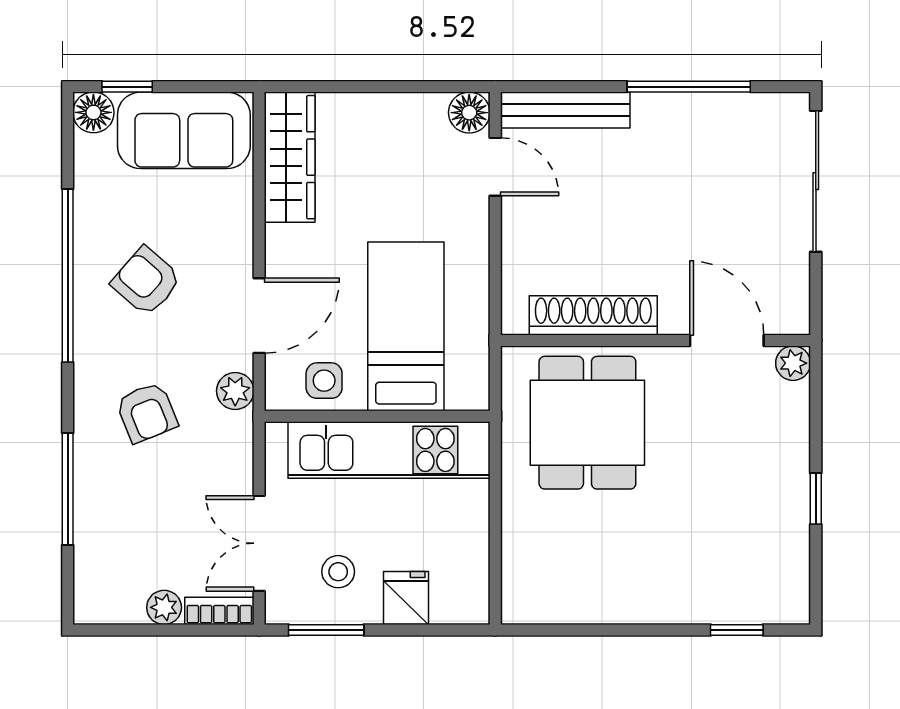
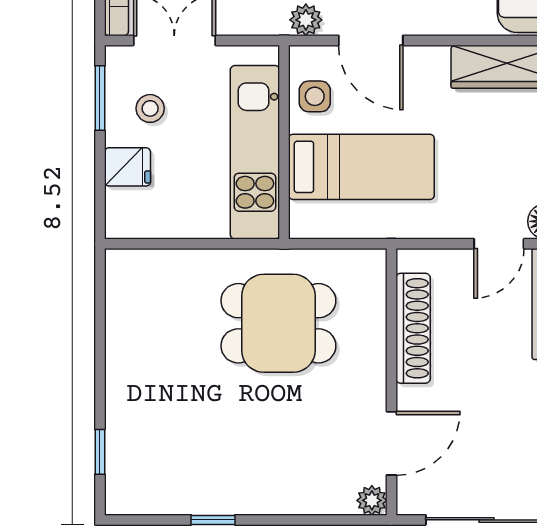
shoe rack: (593, 315) -> (413, 328), moved
wall: (655, 340) -> (391, 382), moved
door: (727, 340) -> (391, 443), moved
plant: (793, 363) -> (372, 500), moved

